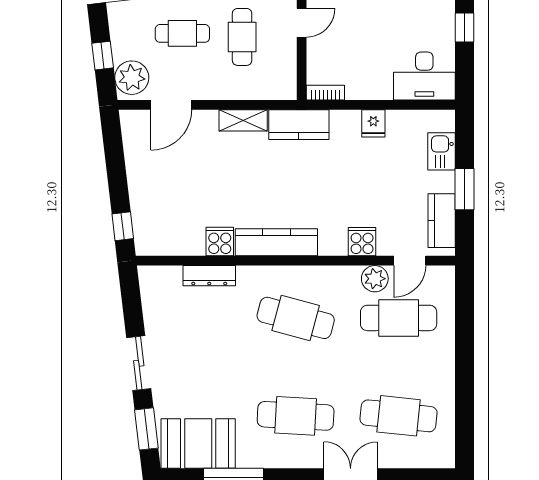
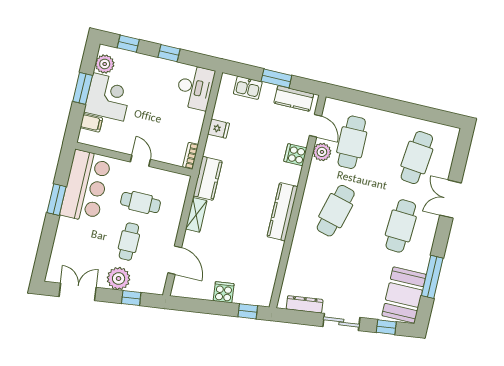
plant: (132, 78) -> (119, 278), moved
cooker: (220, 242) -> (224, 292), moved, turned 83
dresser: (209, 276) -> (305, 304), moved, turned -97
window: (146, 429) -> (386, 327), width x0.67

